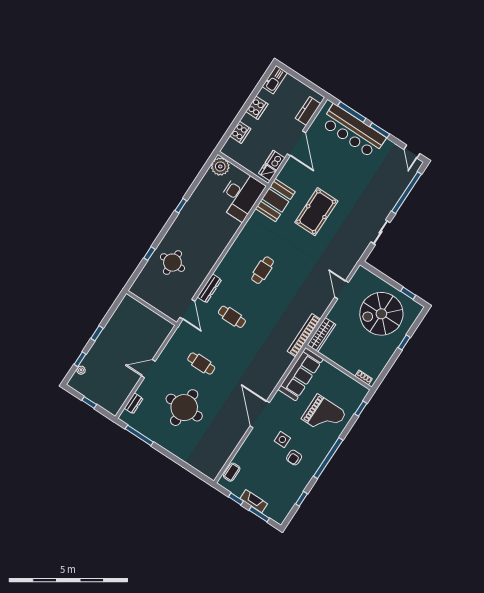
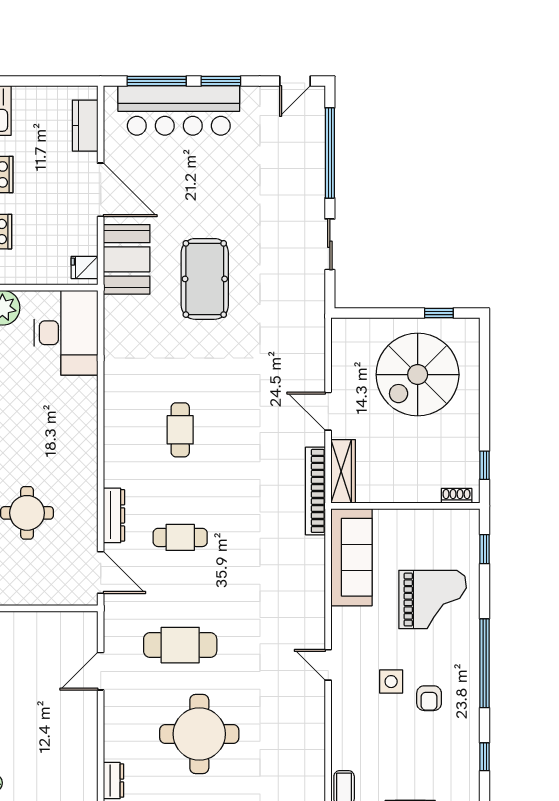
door: (412, 151) -> (295, 81), hinge flipped
dishwasher: (275, 160) -> (84, 240), removed
booth: (275, 200) -> (127, 259), moved
door: (342, 290) -> (328, 411), moved
window: (404, 342) -> (485, 465), moved
cafe table: (201, 364) -> (180, 645), width x1.37, depth x1.35
door: (148, 369) -> (101, 671), moved
door: (260, 414) -> (328, 665), width x0.53

